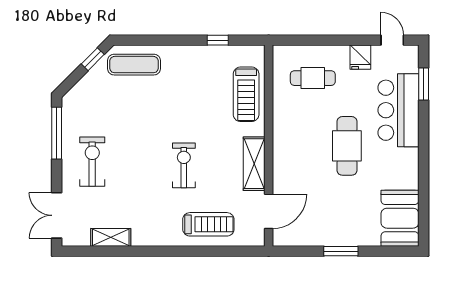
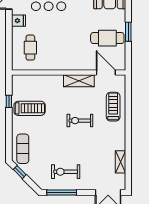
treadmill: (246, 94) -> (30, 108), moved
cafe table: (347, 146) -> (107, 38), moved
exercise bike: (92, 162) -> (66, 172), moved

